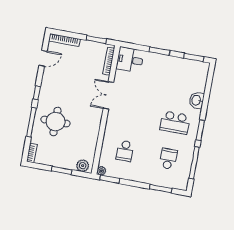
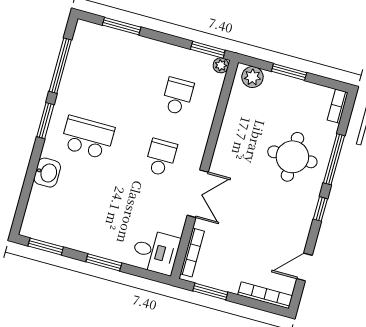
school desk: (168, 159) -> (161, 157), moved, turned 180

